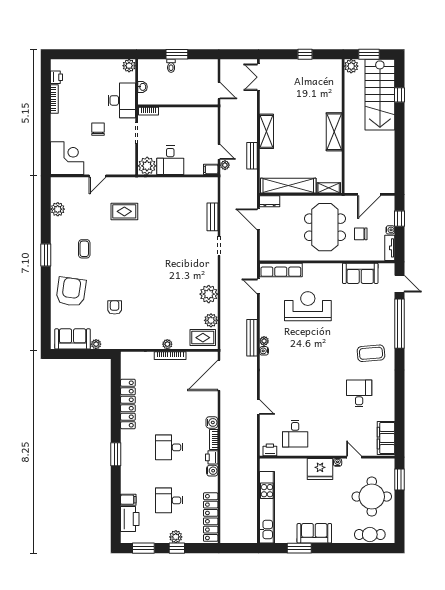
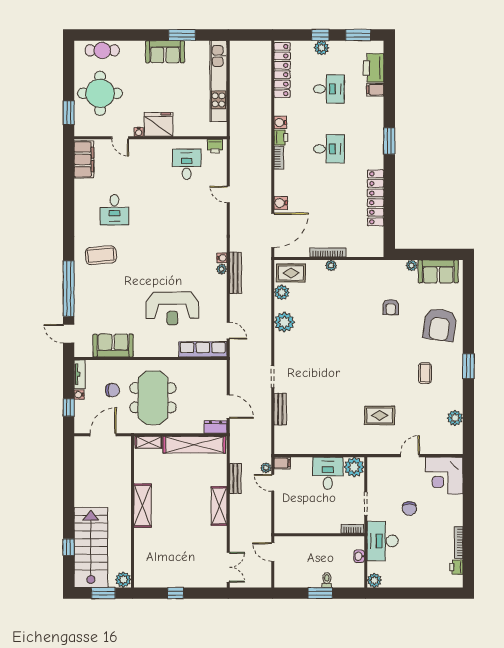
water cooler: (212, 422) -> (281, 203), moved

